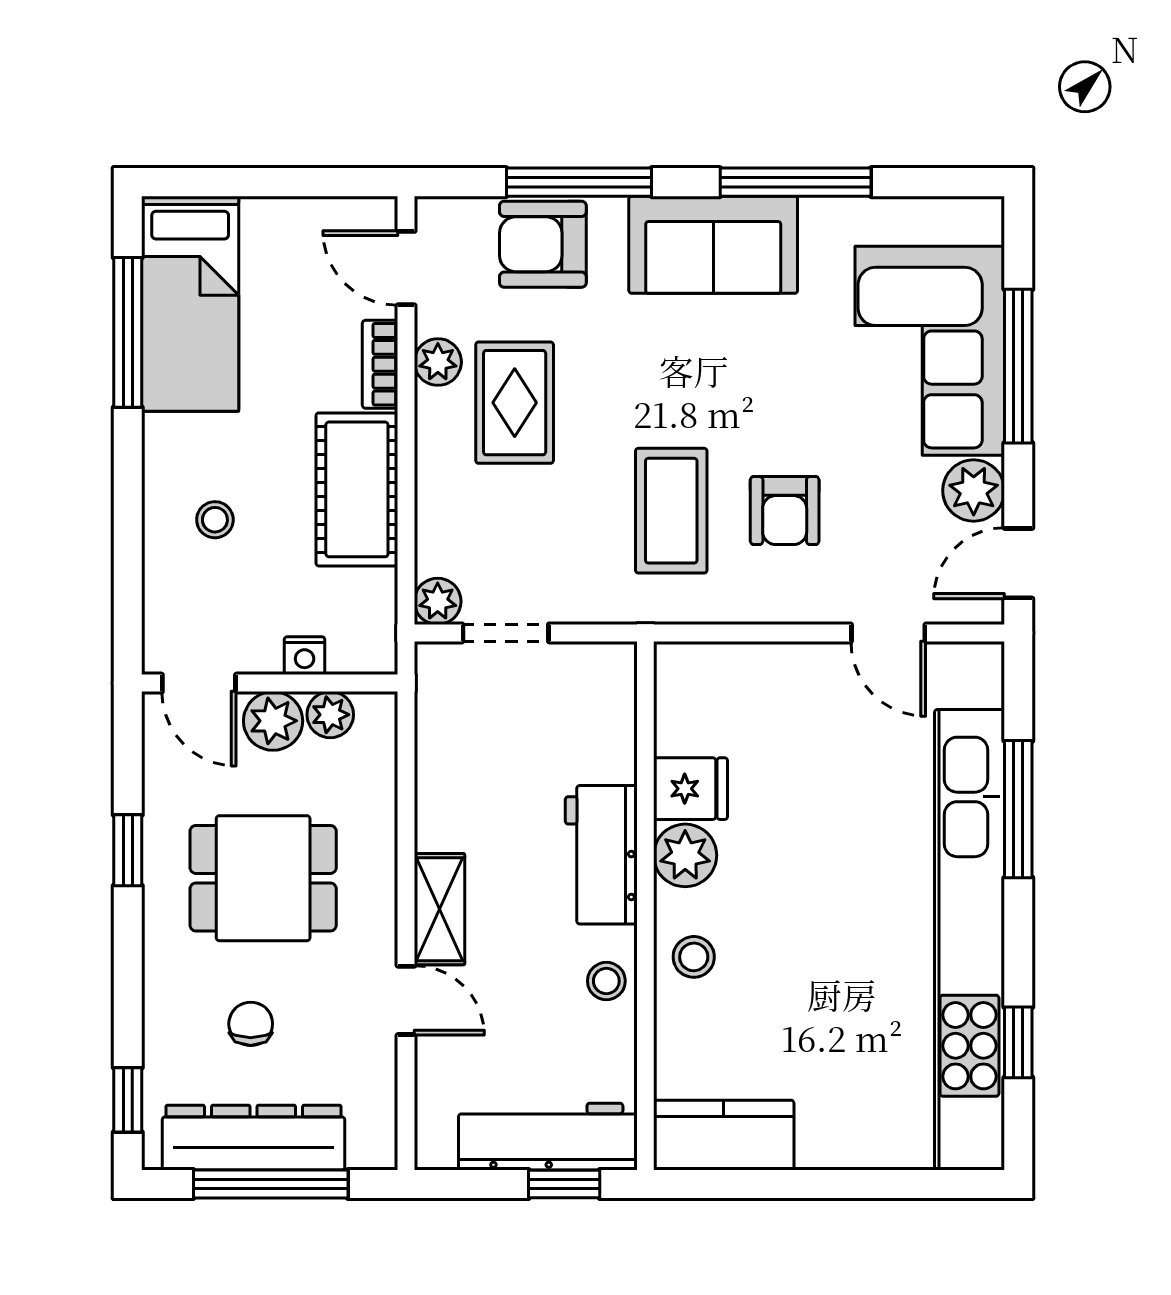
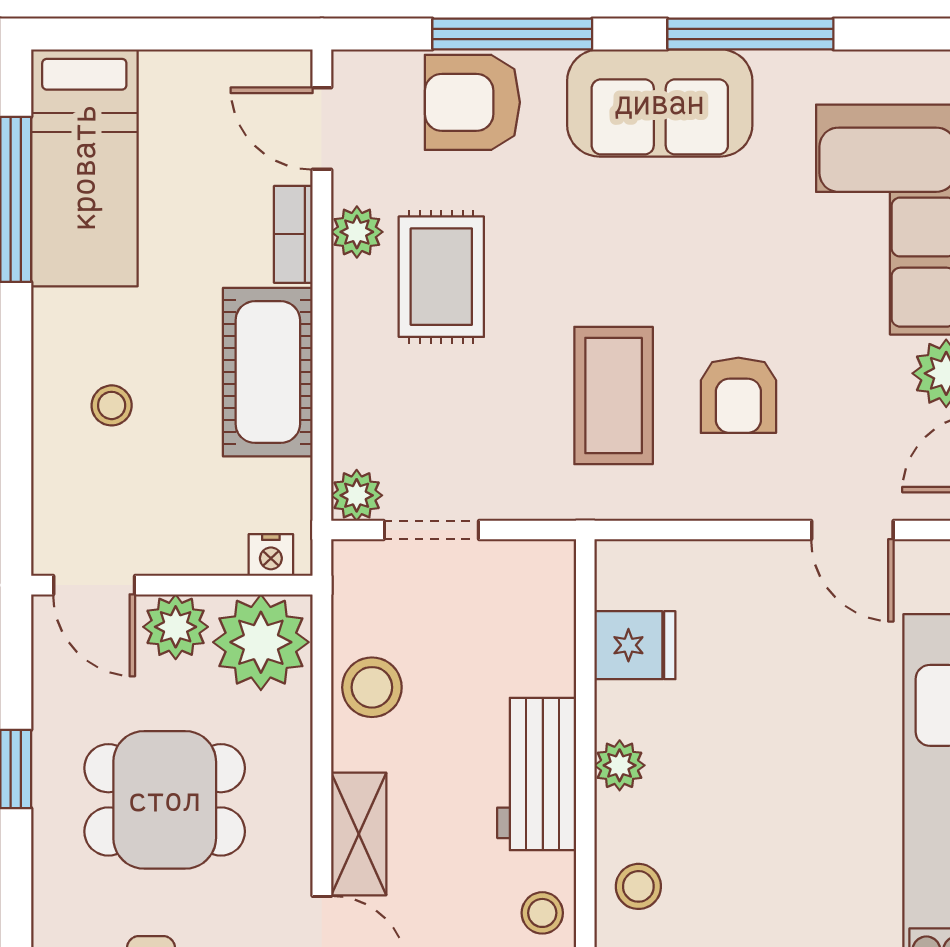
nightstand: (305, 656) -> (271, 555), moved
plant: (330, 715) -> (261, 642), width x1.87, depth x1.87
stool: (452, 776) -> (372, 687), added
fridge: (691, 789) -> (635, 645), moved
plant: (685, 855) -> (620, 765), width x0.73, depth x0.73

